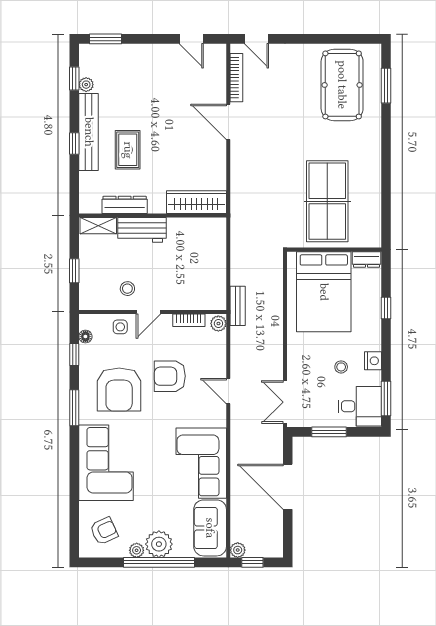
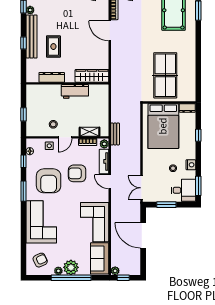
shelving: (98, 226) -> (90, 132), moved
workbench: (142, 230) -> (75, 91), moved
tv unit: (218, 355) -> (104, 161), added

